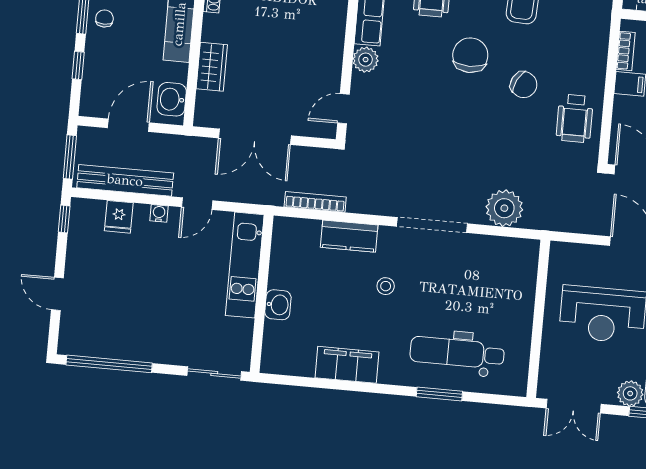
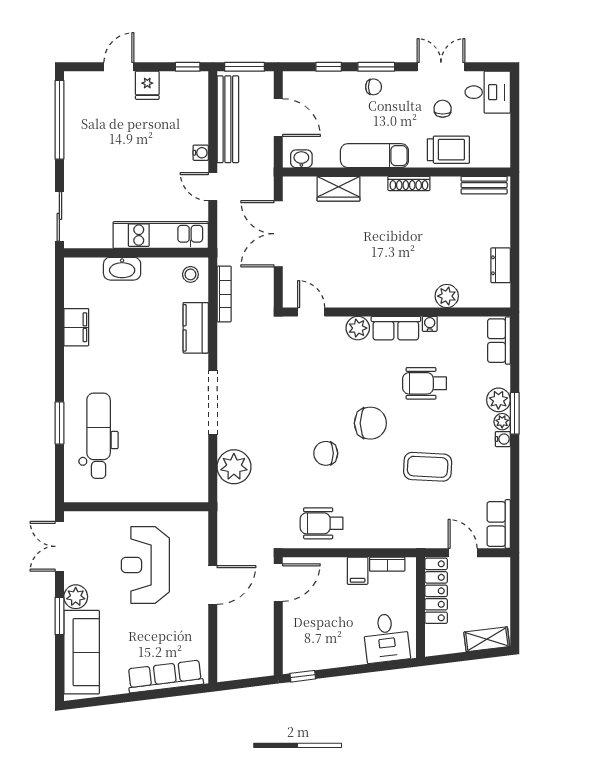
chair: (524, 85) -> (326, 453), moved, turned 63
washbasin: (172, 99) -> (301, 159), width x0.72, depth x0.69
fridge: (119, 217) -> (147, 85), moved, turned -90
stool: (386, 286) -> (190, 274), moved
washbasin: (278, 305) -> (122, 269), width x1.38
filing cabinet: (347, 365) -> (76, 327), width x0.67, depth x0.86

